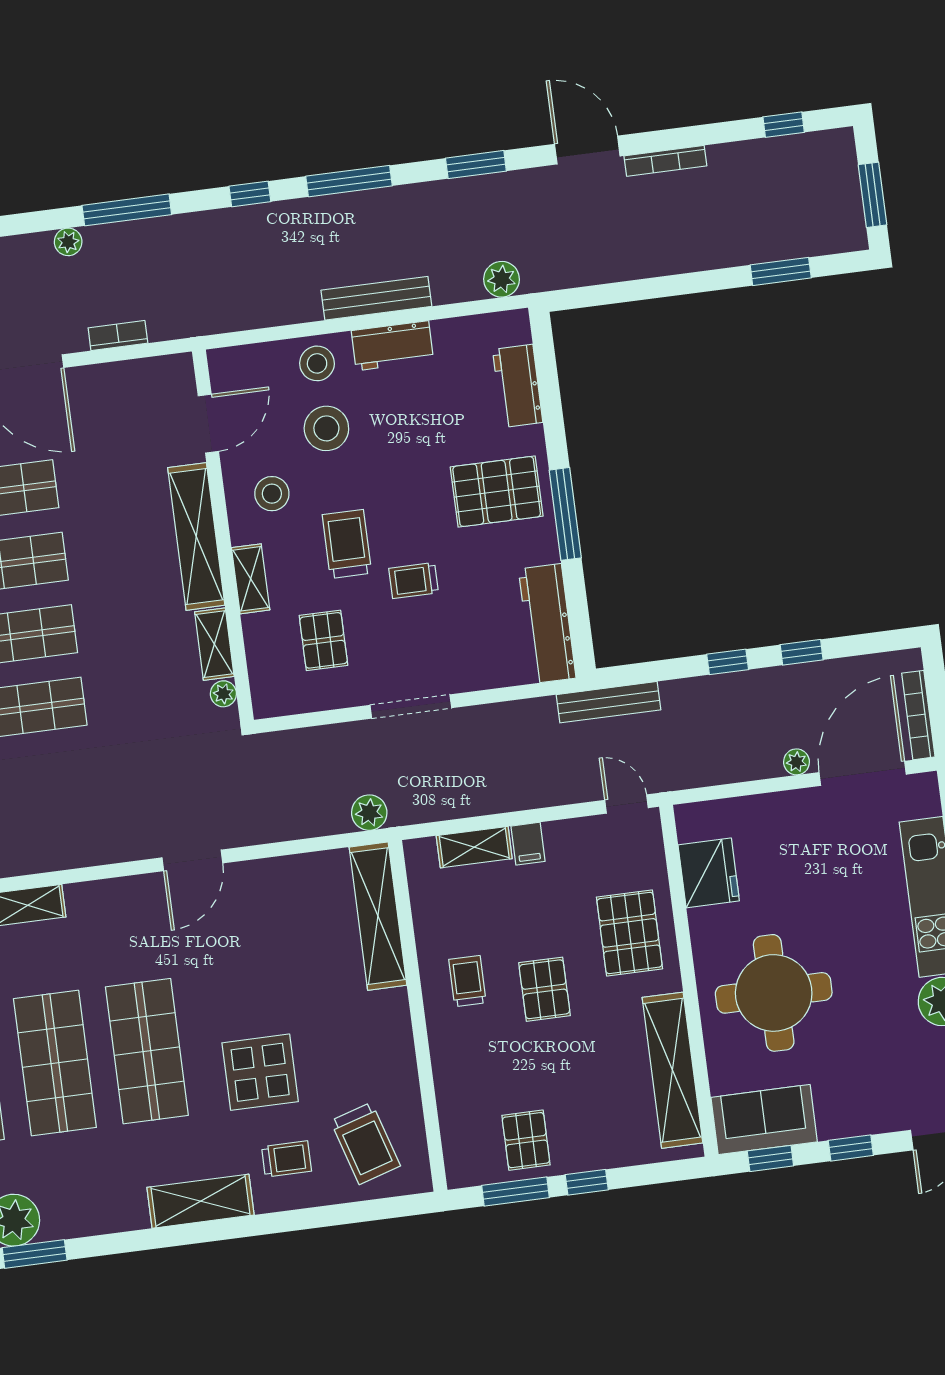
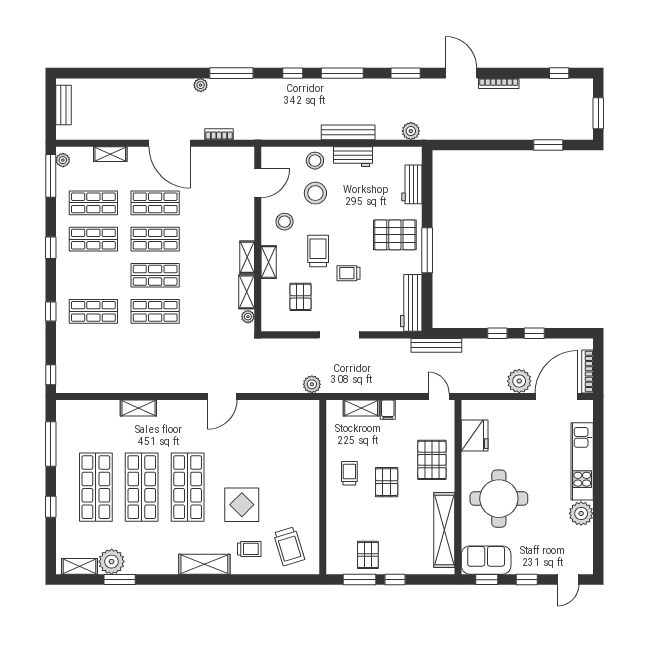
shelving: (196, 536) -> (247, 257), width x0.45, depth x0.75
plant: (796, 762) -> (519, 381), width x1.88, depth x1.88
shelving: (378, 916) -> (310, 436), removed

